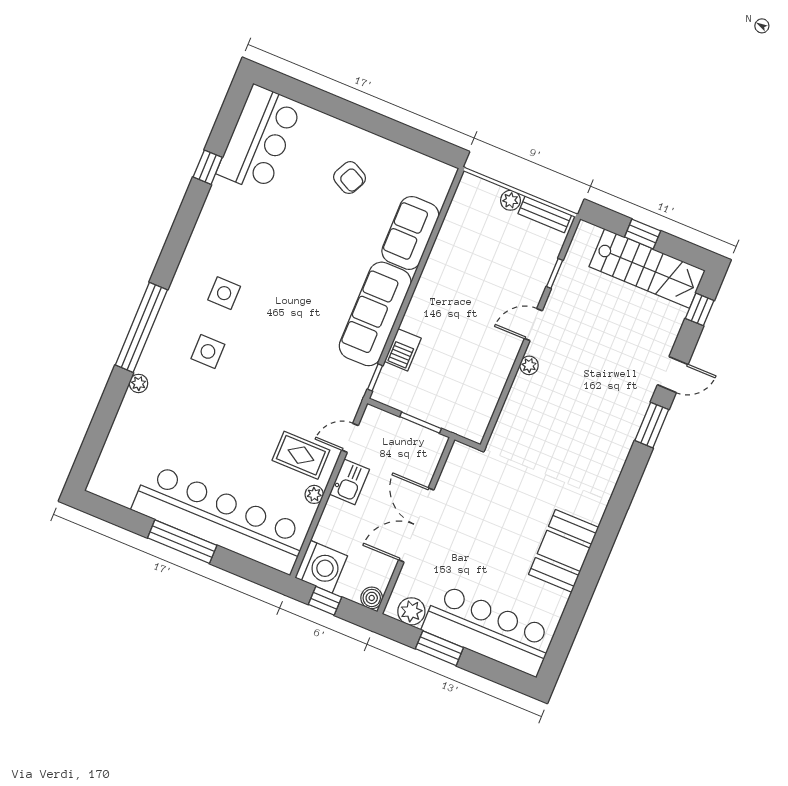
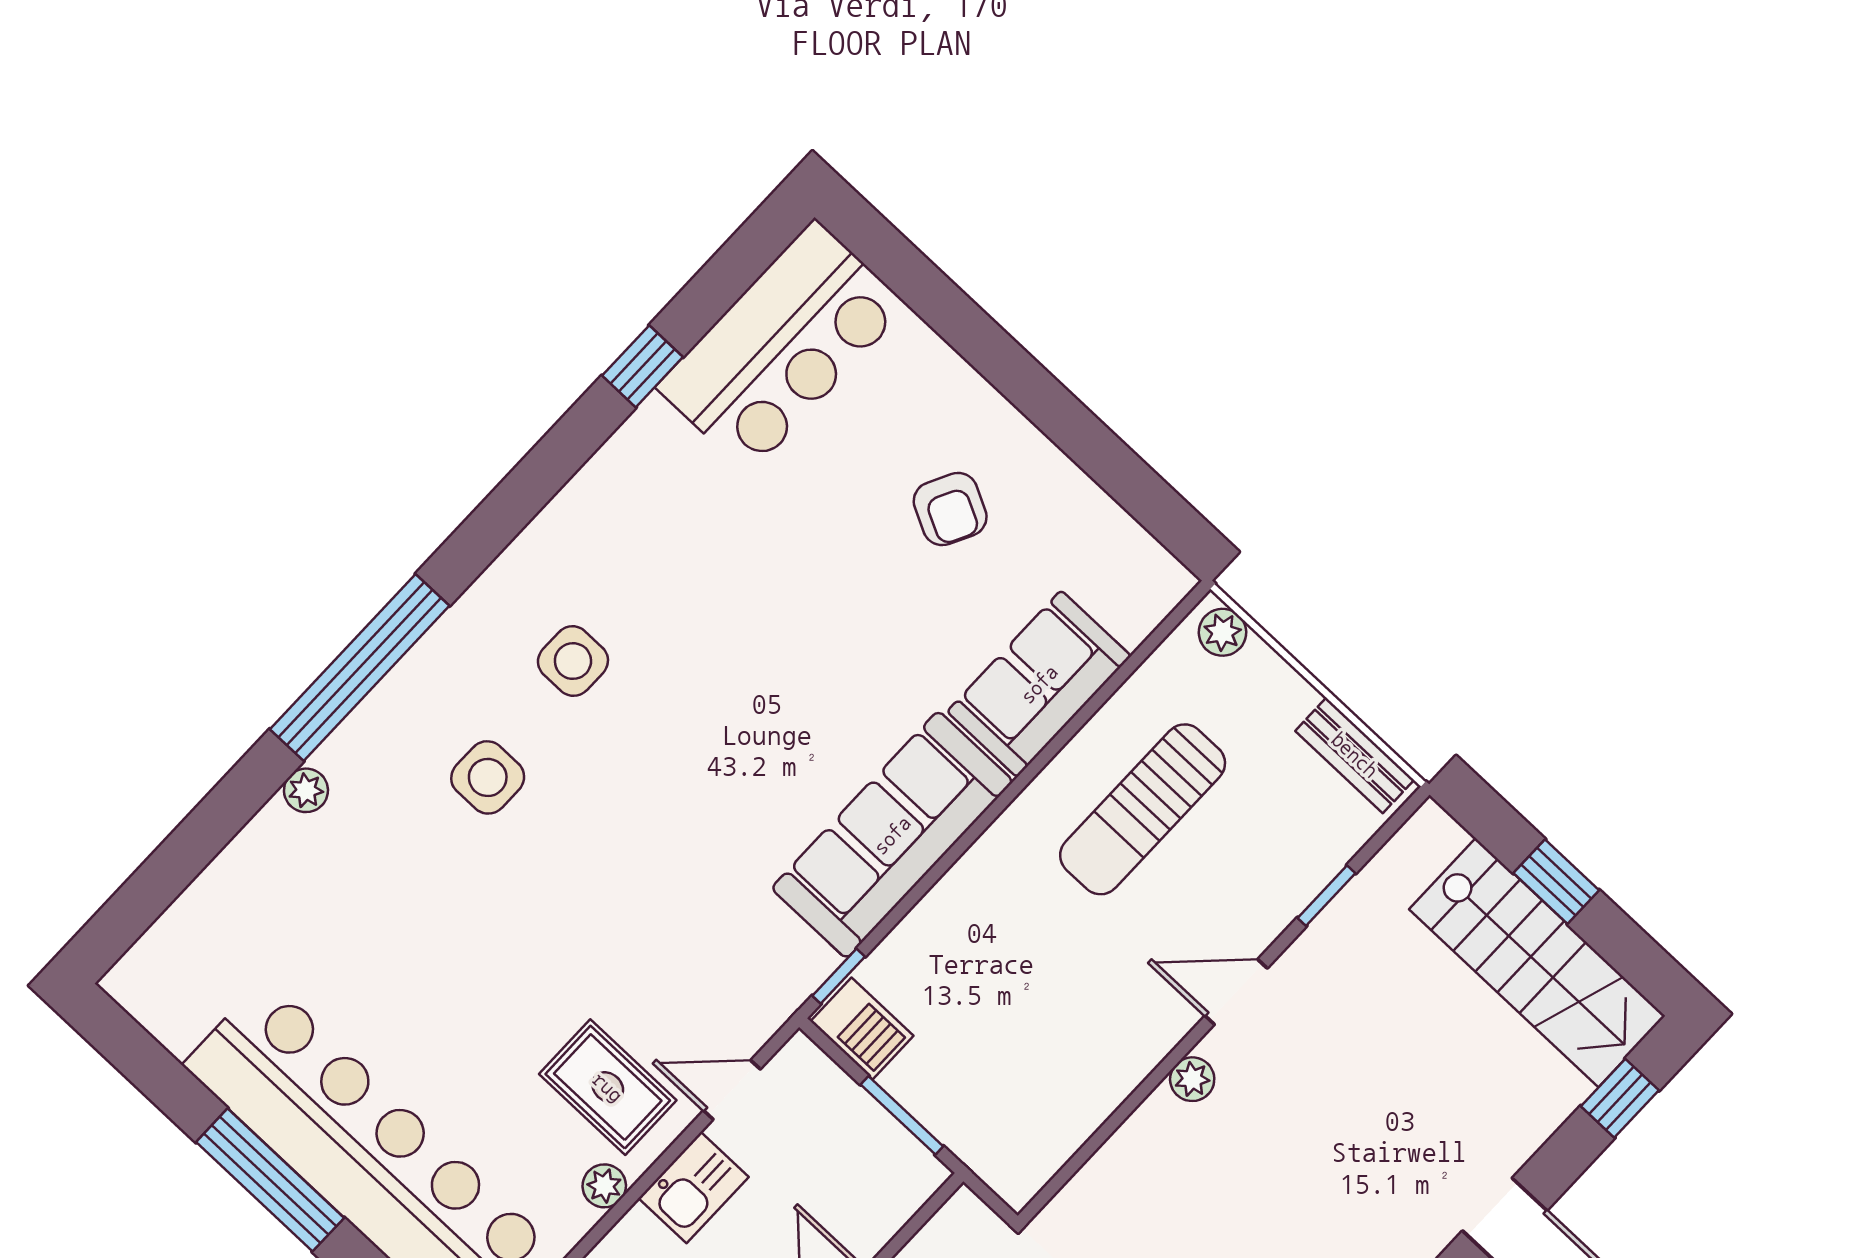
plant: (510, 200) -> (1222, 632), moved
sun lounger: (470, 267) -> (1143, 809), added
barbecue: (403, 350) -> (862, 1028), moved, turned -90

